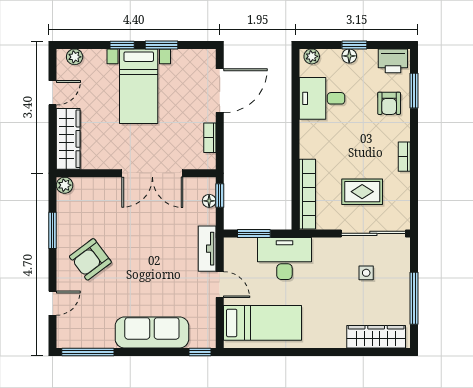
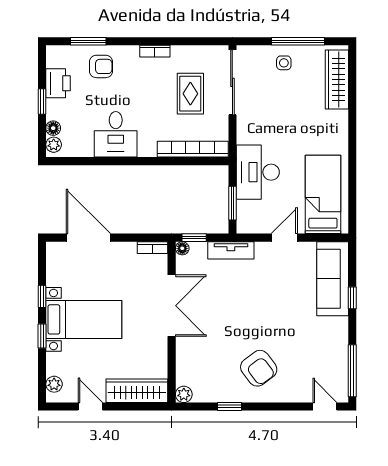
window: (162, 45) -> (42, 296), width x0.67
floor lamp: (349, 56) -> (53, 128), moved
printer: (393, 61) -> (58, 83), moved
desk: (322, 98) -> (116, 134), moved
bookcase: (210, 138) -> (153, 248), moved
floor lamp: (209, 201) -> (182, 248), moved
window: (53, 230) -> (229, 407), width x0.67
tv unit: (207, 249) -> (231, 250), moved
side table: (366, 273) -> (284, 63), moved
door: (53, 303) -> (325, 407), moved
sofa: (152, 332) -> (333, 279), moved
window: (200, 352) -> (352, 298), moved

